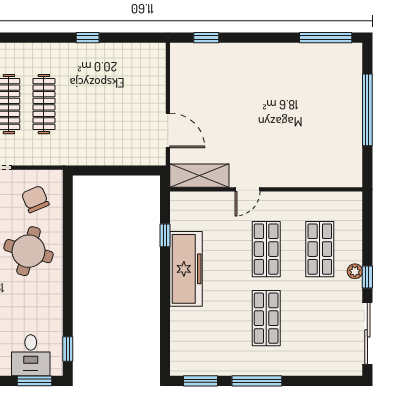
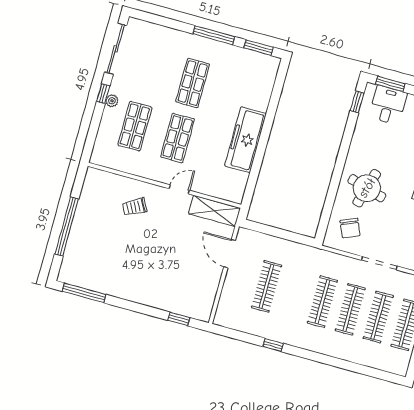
clothes rail: (114, 104) -> (267, 286), added
trolley: (294, 154) -> (135, 207), added
window: (165, 235) -> (255, 171), removed

